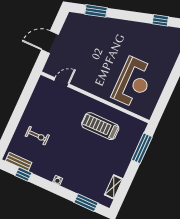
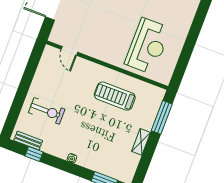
door: (61, 82) -> (69, 51), swing flipped
exercise bike: (37, 136) -> (47, 111), width x1.38, depth x1.39
shelving: (114, 187) -> (141, 142), moved

